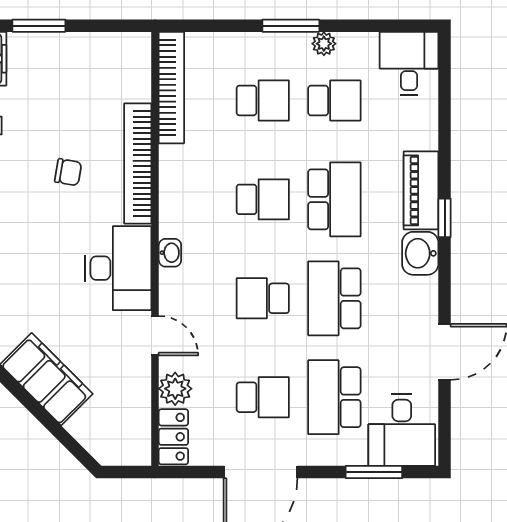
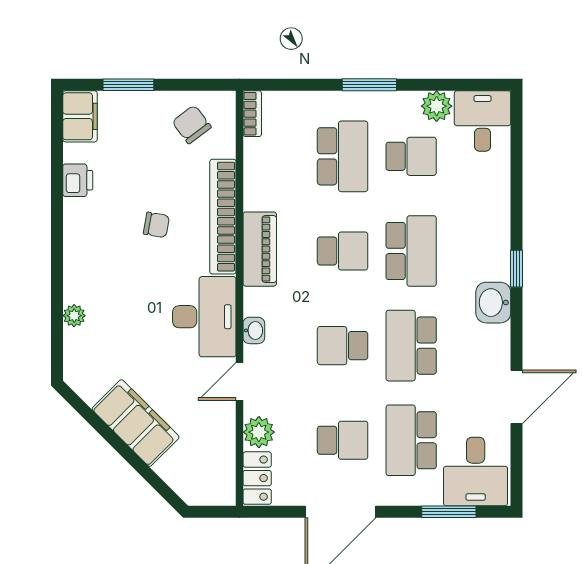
plant: (324, 44) -> (437, 106), moved, width x1.38, depth x1.38
chair: (105, 67) -> (192, 124), added
bookcase: (171, 88) -> (252, 114), width x0.43, depth x0.76
school desk: (263, 100) -> (343, 156), width x1.85
piano: (421, 190) -> (260, 249), moved, turned 180
washbasin: (170, 253) -> (254, 330), moved
door: (155, 336) -> (239, 381), swing flipped

